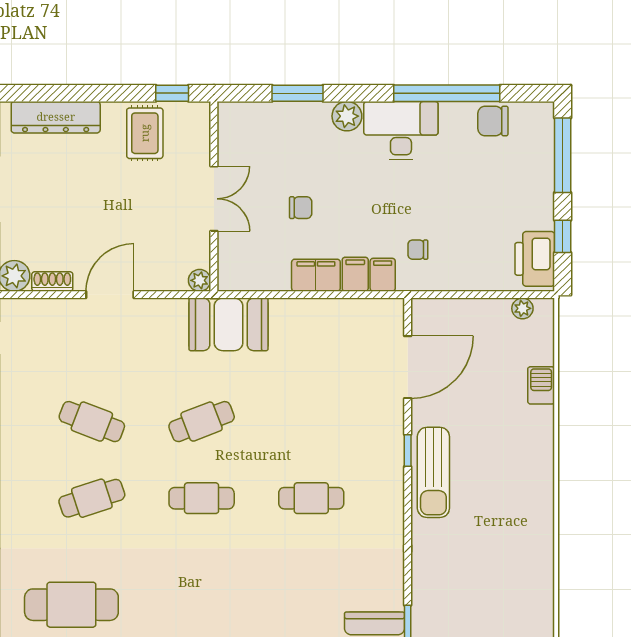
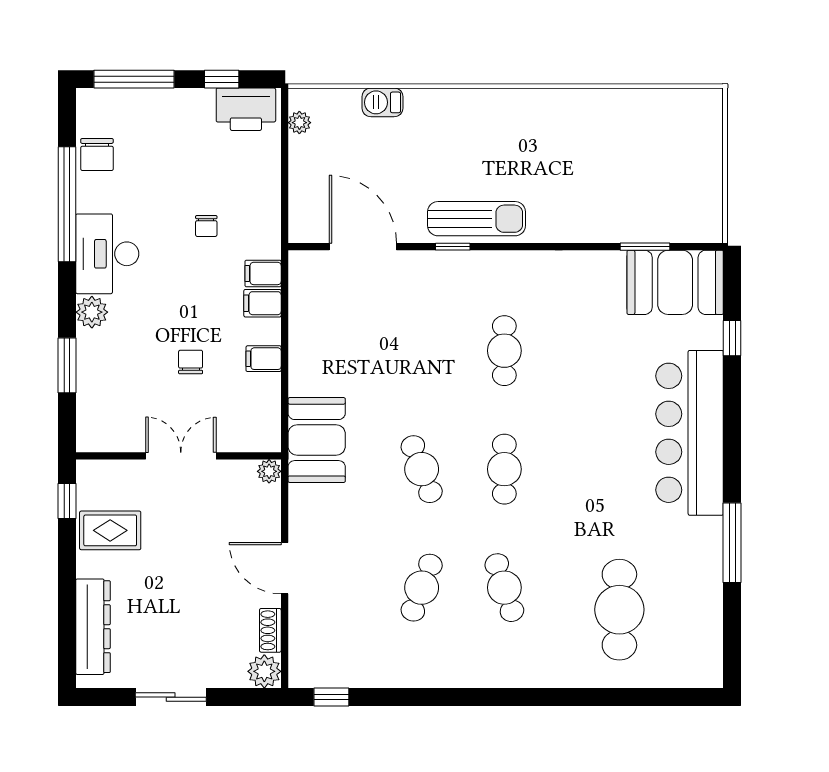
chair: (418, 250) -> (206, 226), moved
filing cabinet: (316, 275) -> (264, 359), width x0.50

